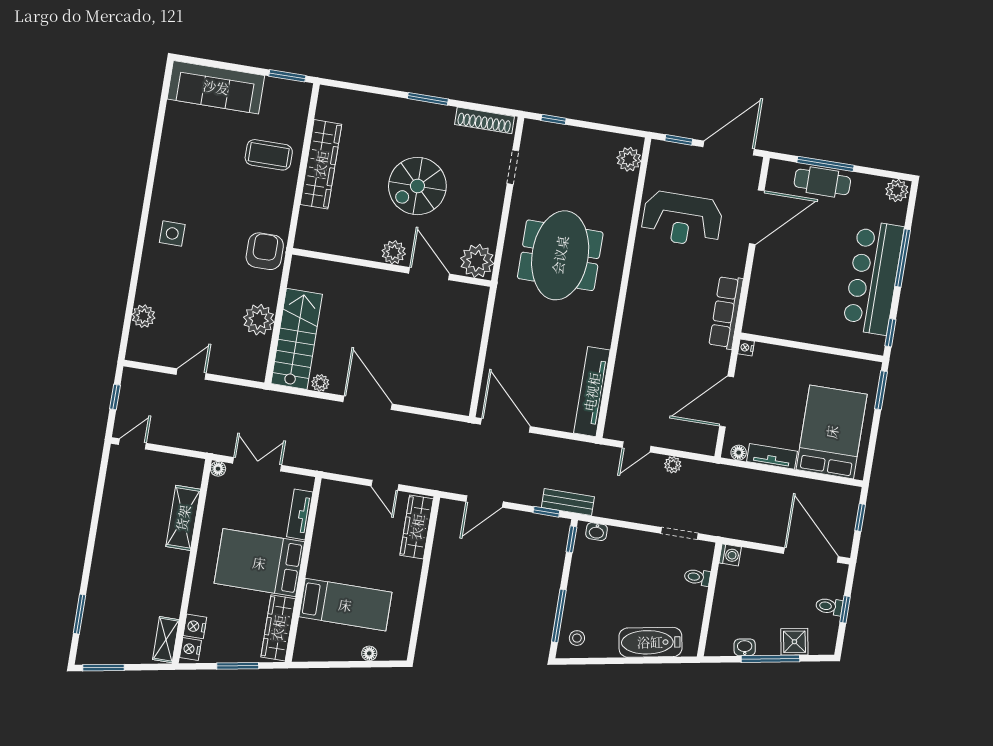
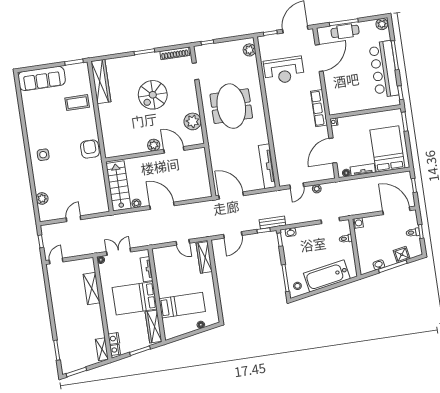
wardrobe: (321, 164) -> (101, 82), moved
plant: (394, 252) -> (154, 145), moved
wall: (392, 267) -> (155, 153), moved
door: (429, 274) -> (174, 150), moved
plant: (259, 320) -> (97, 183), removed
bathtub: (650, 642) -> (327, 276), width x1.36, depth x1.36

